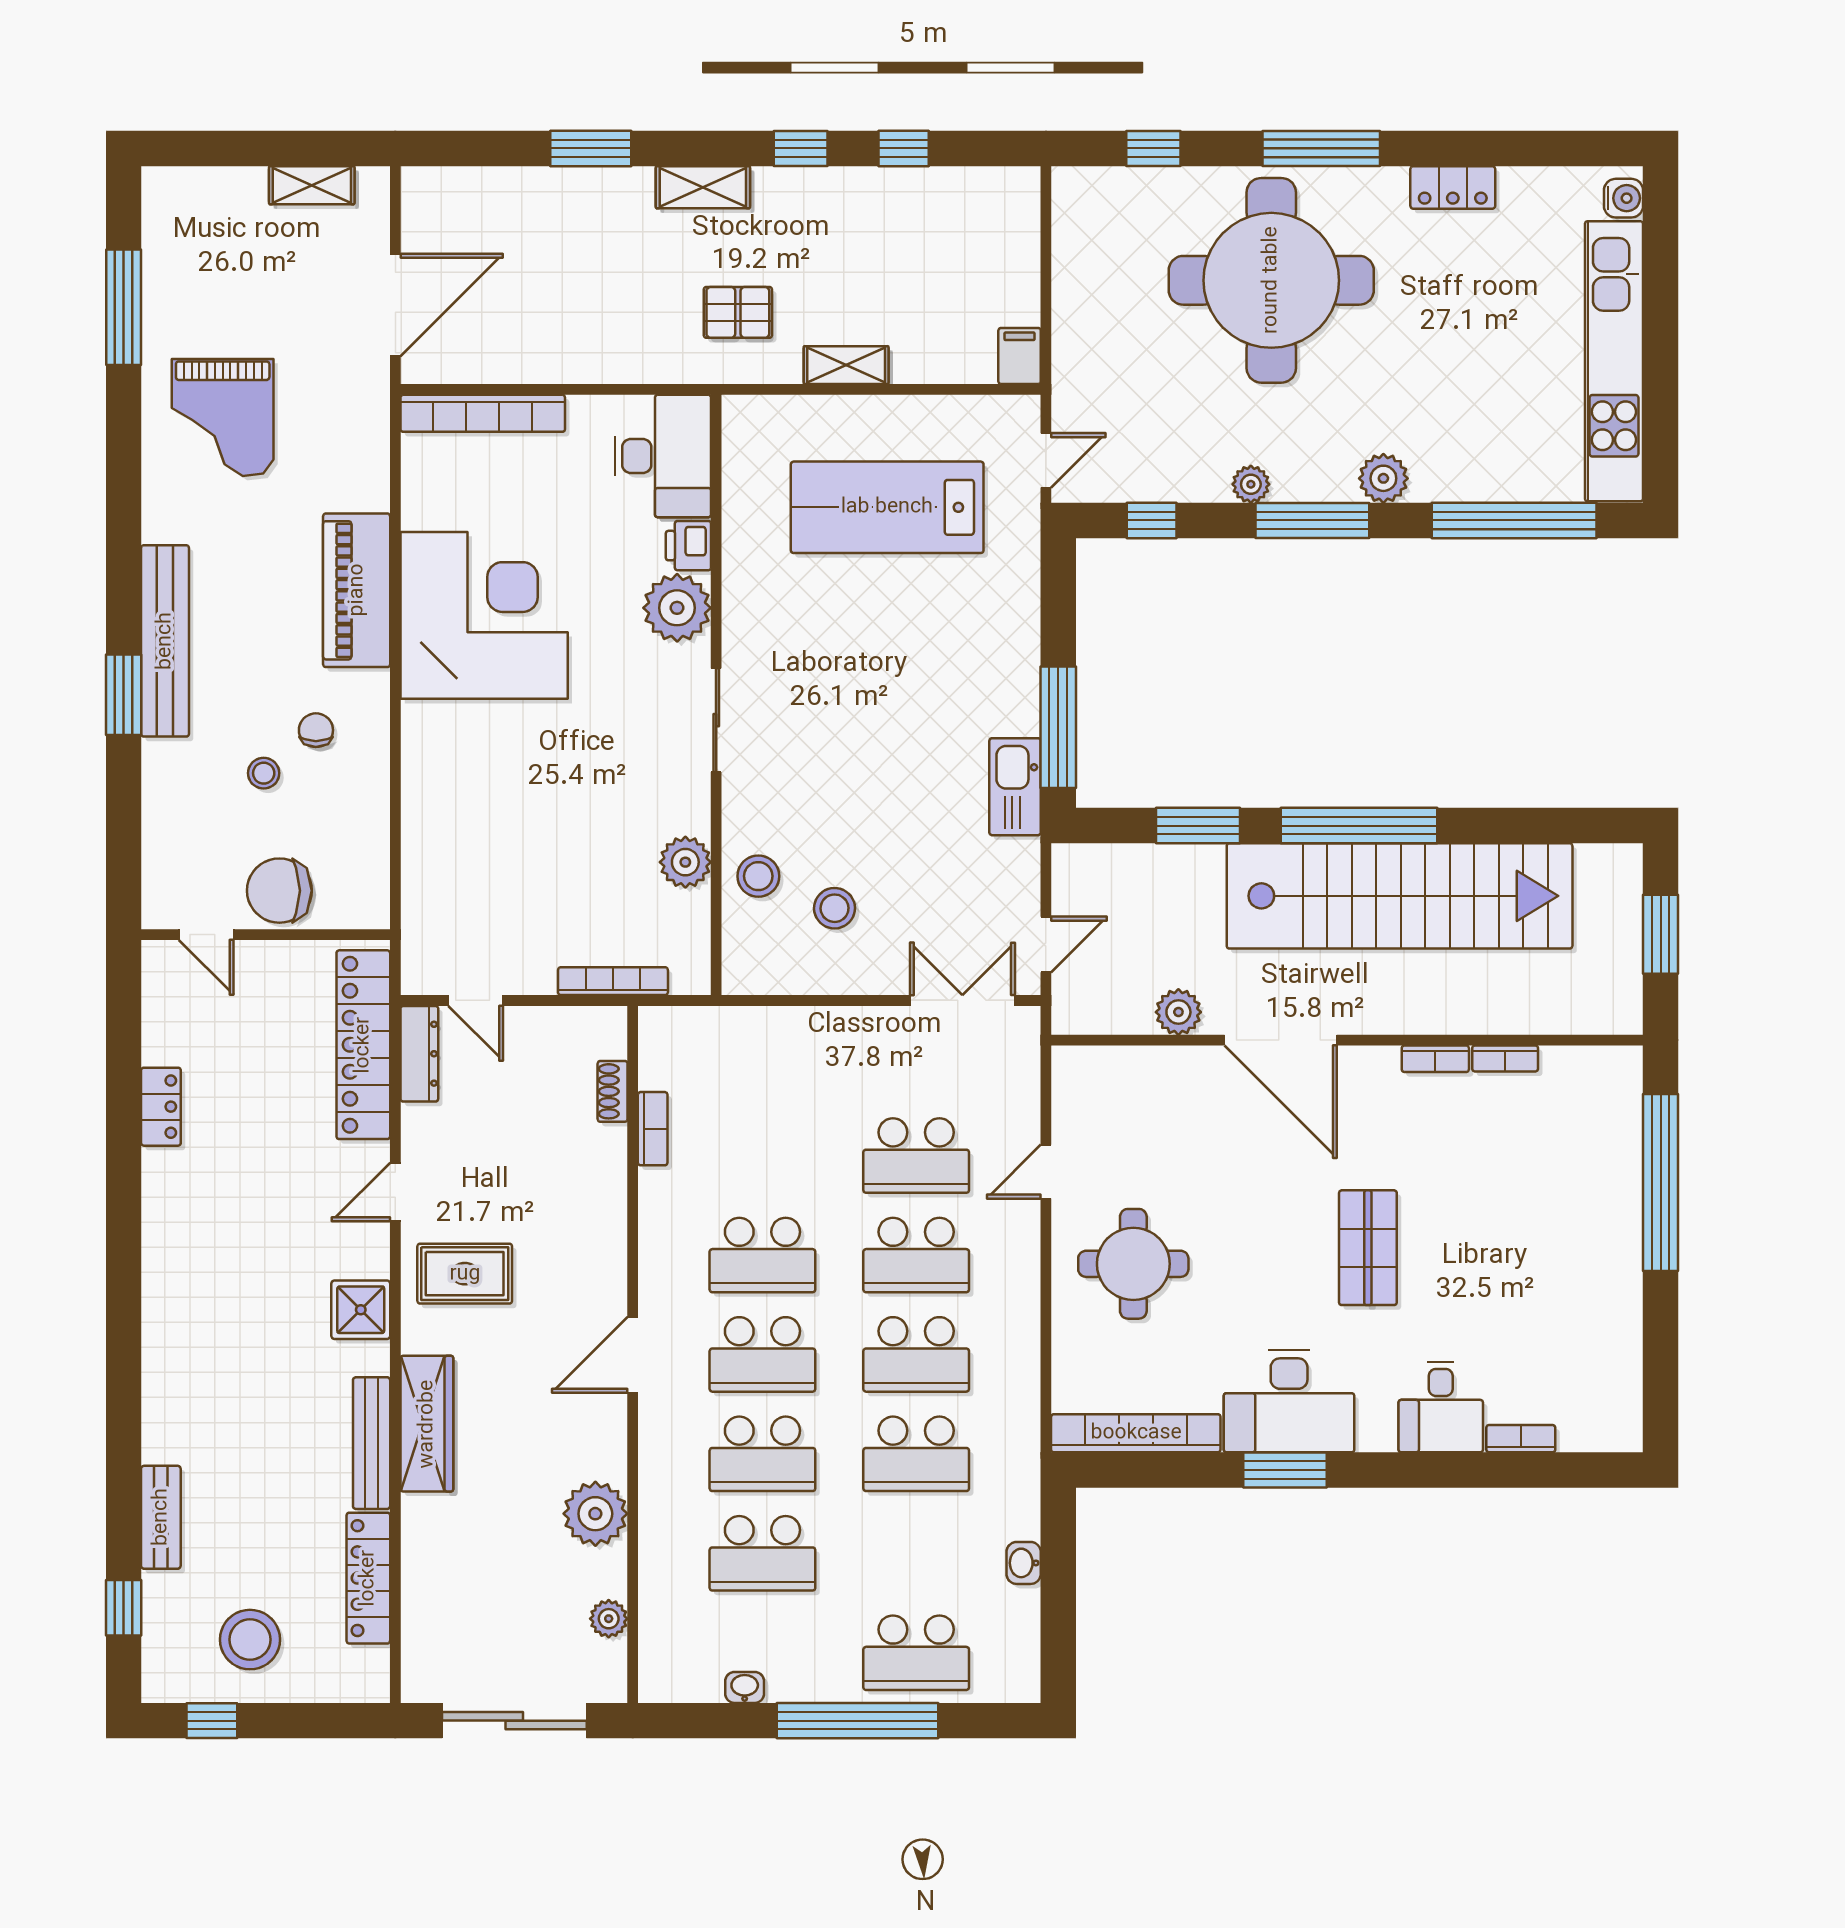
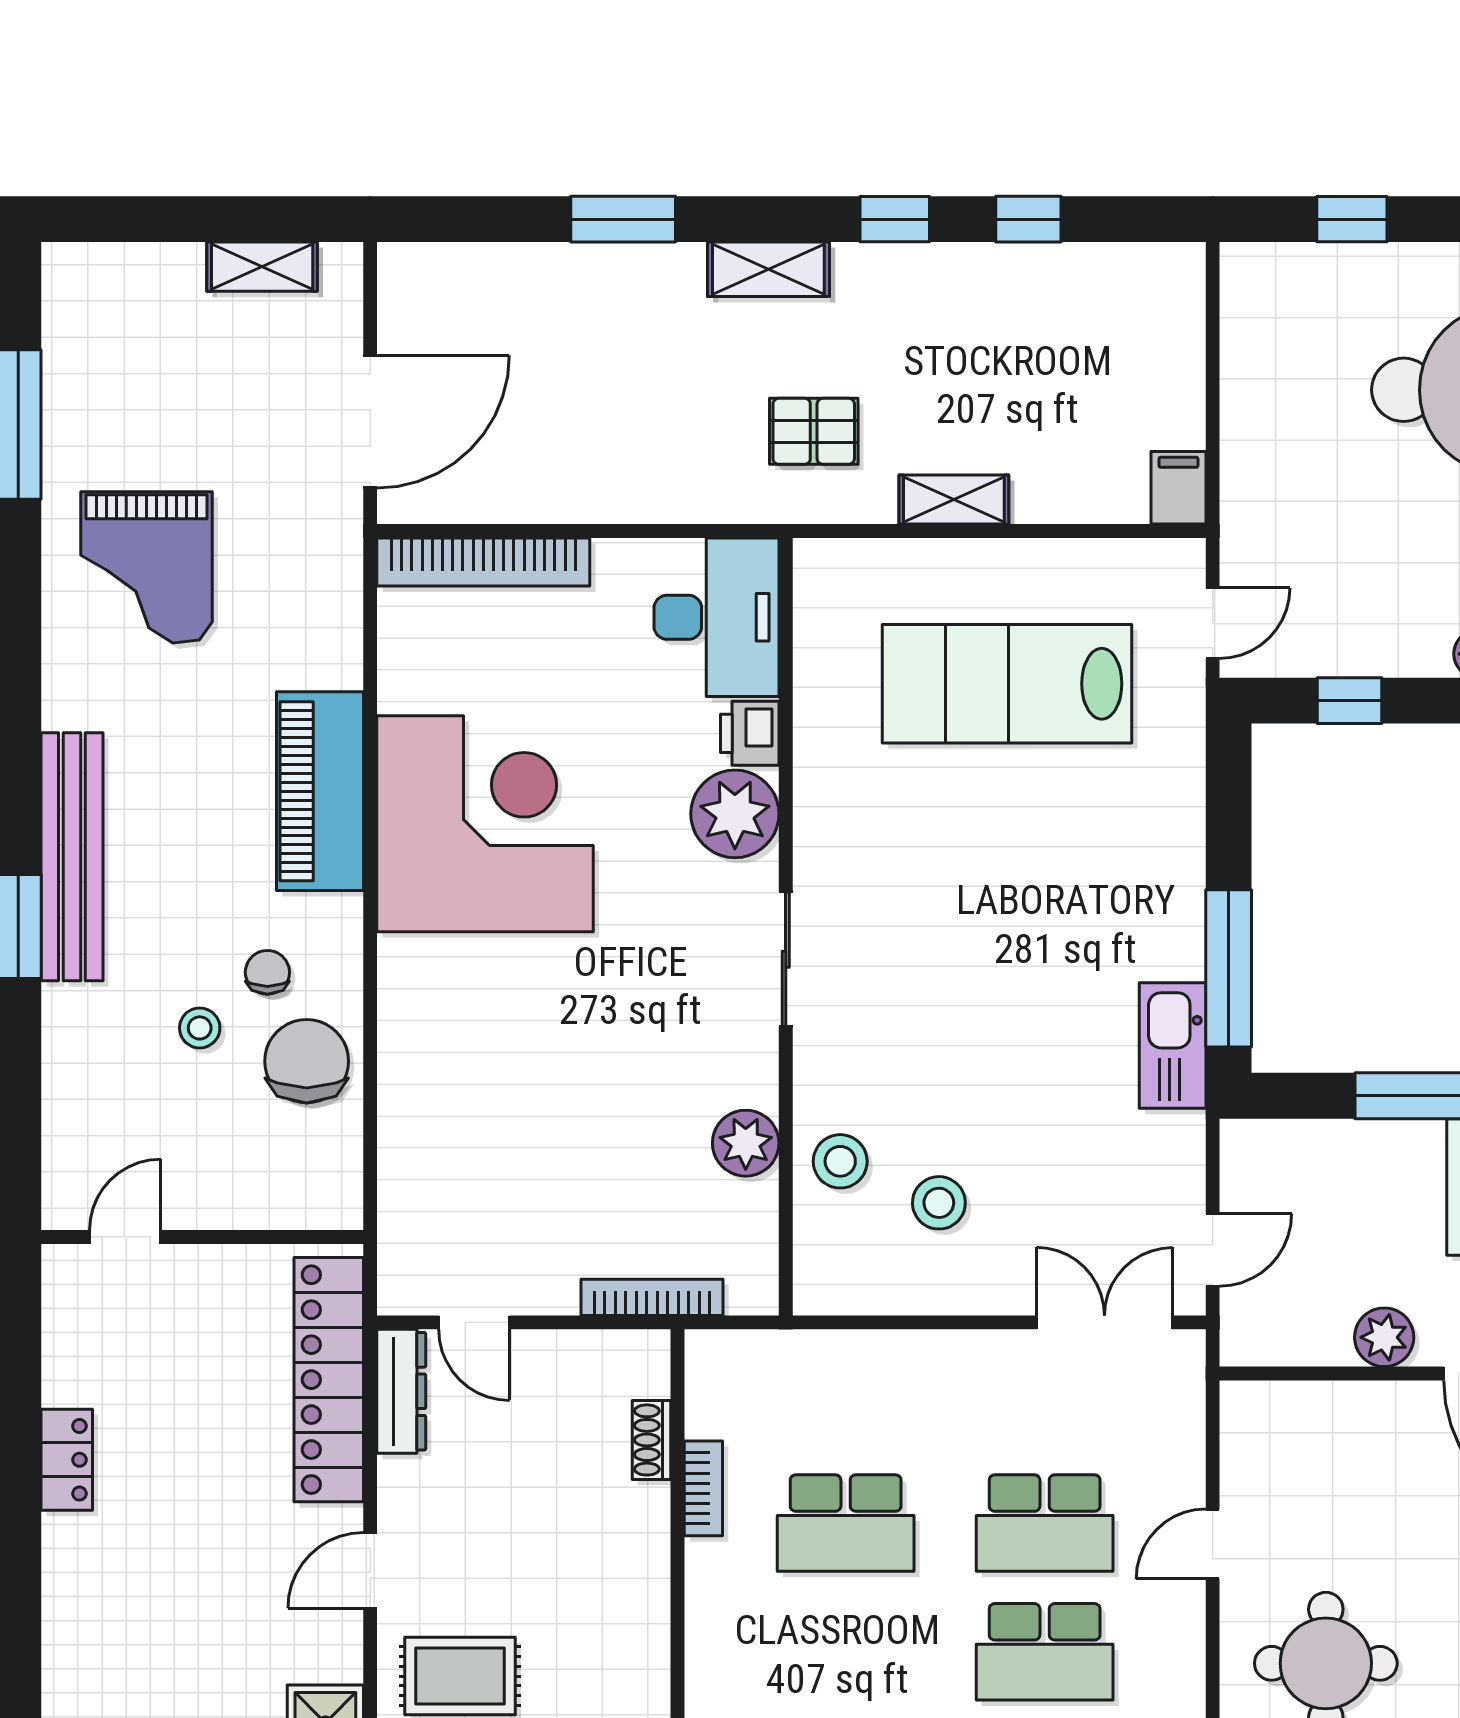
chair: (279, 891) -> (307, 1061), moved, turned 90
door: (206, 935) -> (125, 1237), swing flipped
school desk: (762, 1255) -> (846, 1523), moved

